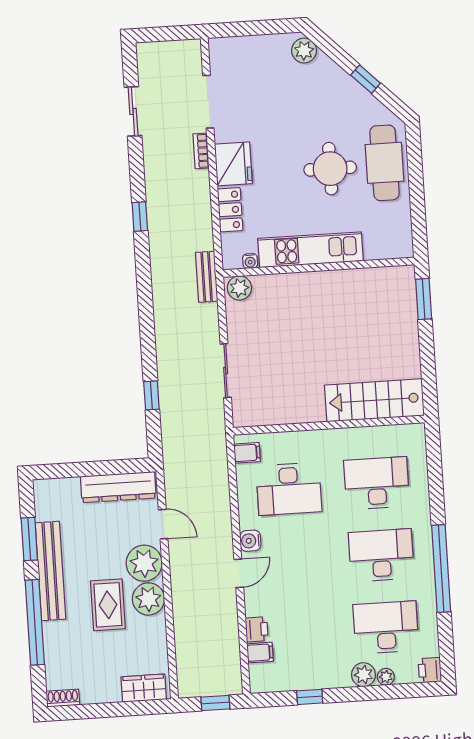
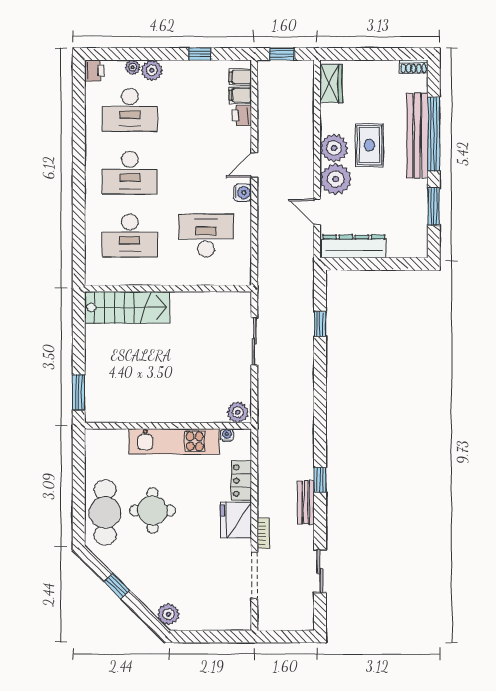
bench: (207, 277) -> (306, 502), moved
filing cabinet: (247, 453) -> (240, 77), moved
window: (441, 568) -> (79, 158), removed
bench: (50, 571) -> (417, 135), moved
wardrobe: (144, 688) -> (331, 84), moved, turned -90

